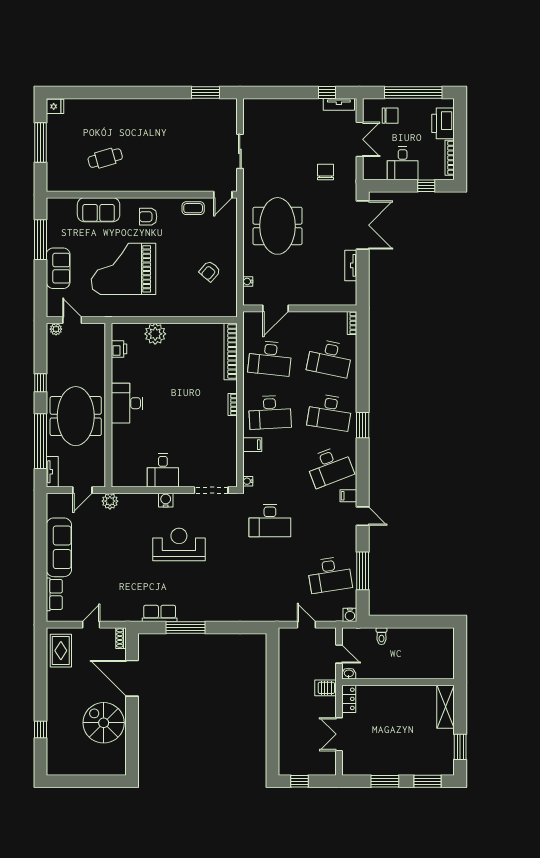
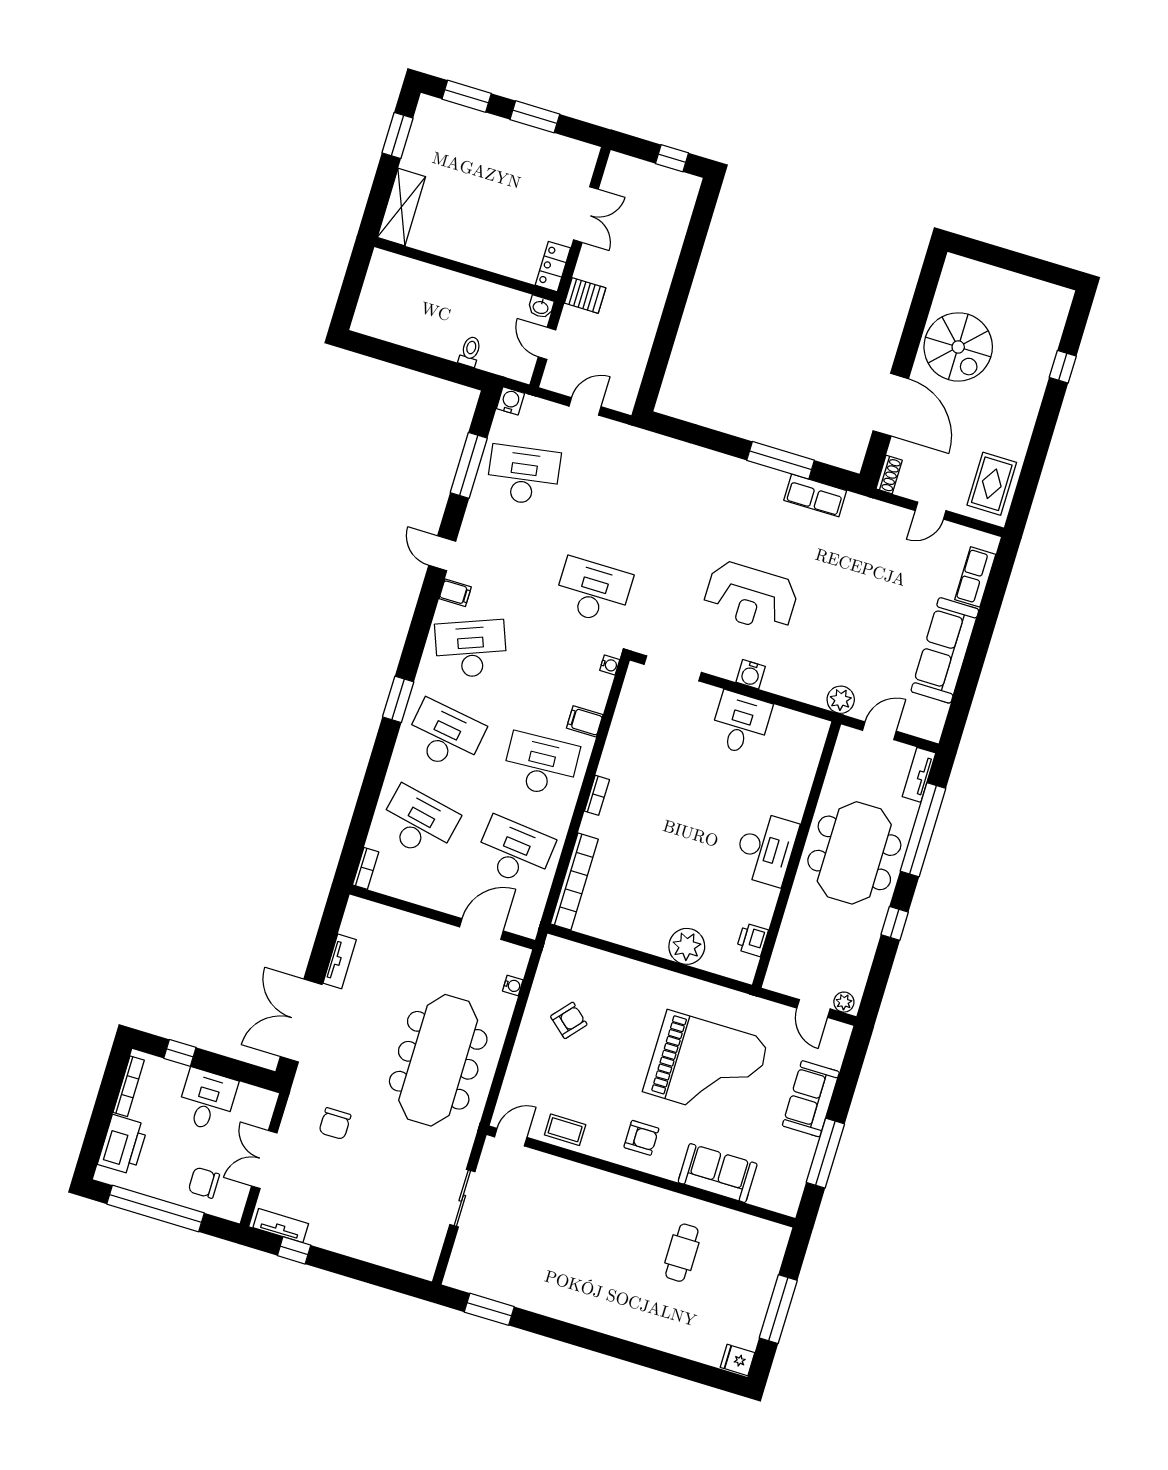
cafe table: (105, 158) -> (682, 1253), turned -74
meeting table: (278, 226) -> (438, 1060), width x1.36
door: (306, 625) -> (585, 406), swing flipped

